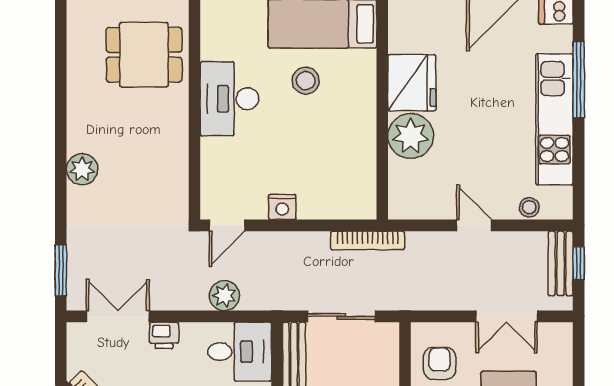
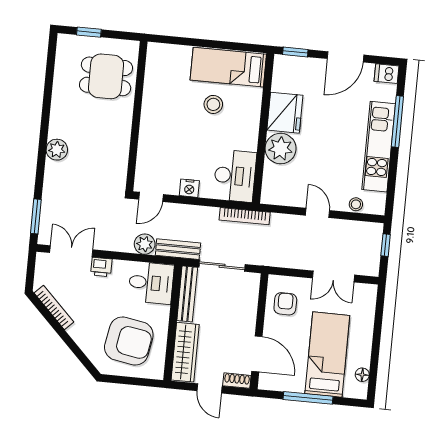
desk: (229, 99) -> (235, 176), moved, turned 180
bench: (561, 263) -> (178, 249), moved, turned 90

